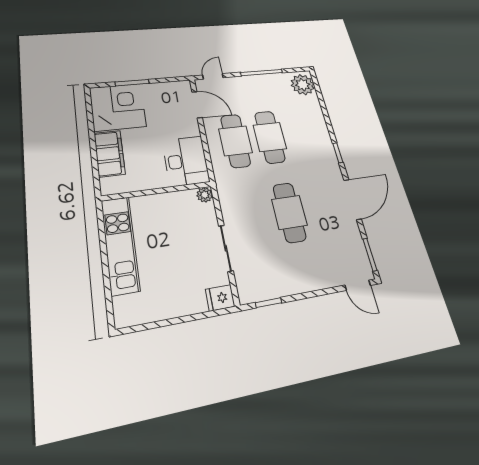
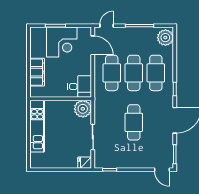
corner desk: (118, 107) -> (62, 42), moved, turned 90
cafe table: (303, 133) -> (156, 73), added
desk: (186, 161) -> (80, 87), width x0.73
plant: (205, 195) -> (83, 109), width x1.87, depth x1.87

